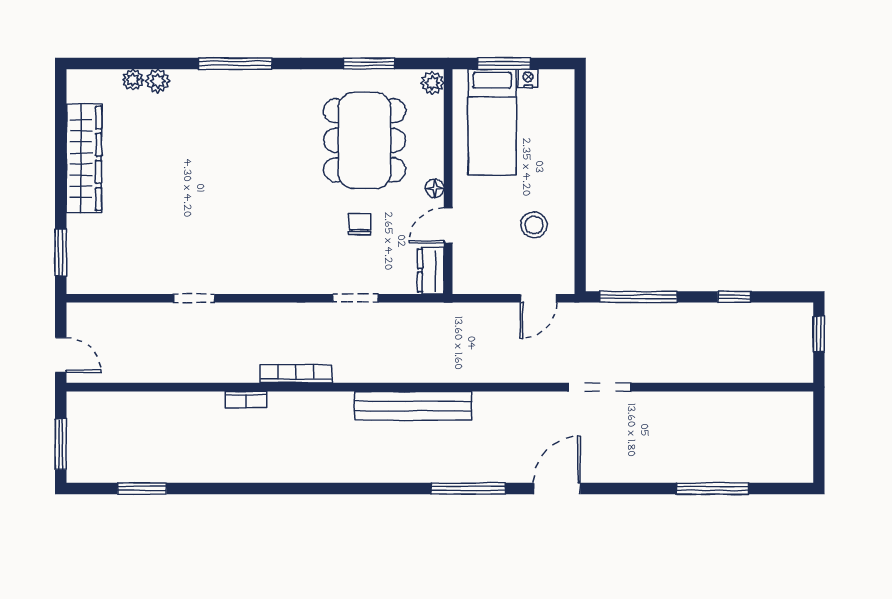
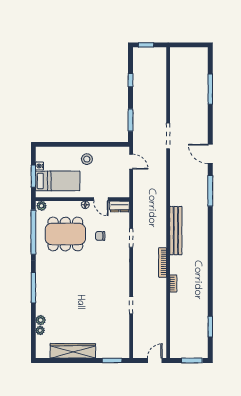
window: (369, 64) -> (33, 232), width x2.11
stool: (534, 225) -> (87, 159), moved
window: (638, 297) -> (130, 120), width x0.69
bench: (413, 406) -> (176, 231), moved

